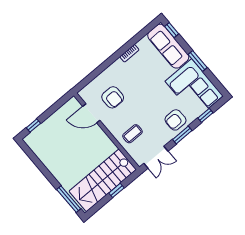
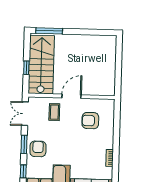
door: (91, 113) -> (72, 96), moved
window: (33, 125) -> (119, 51), removed

